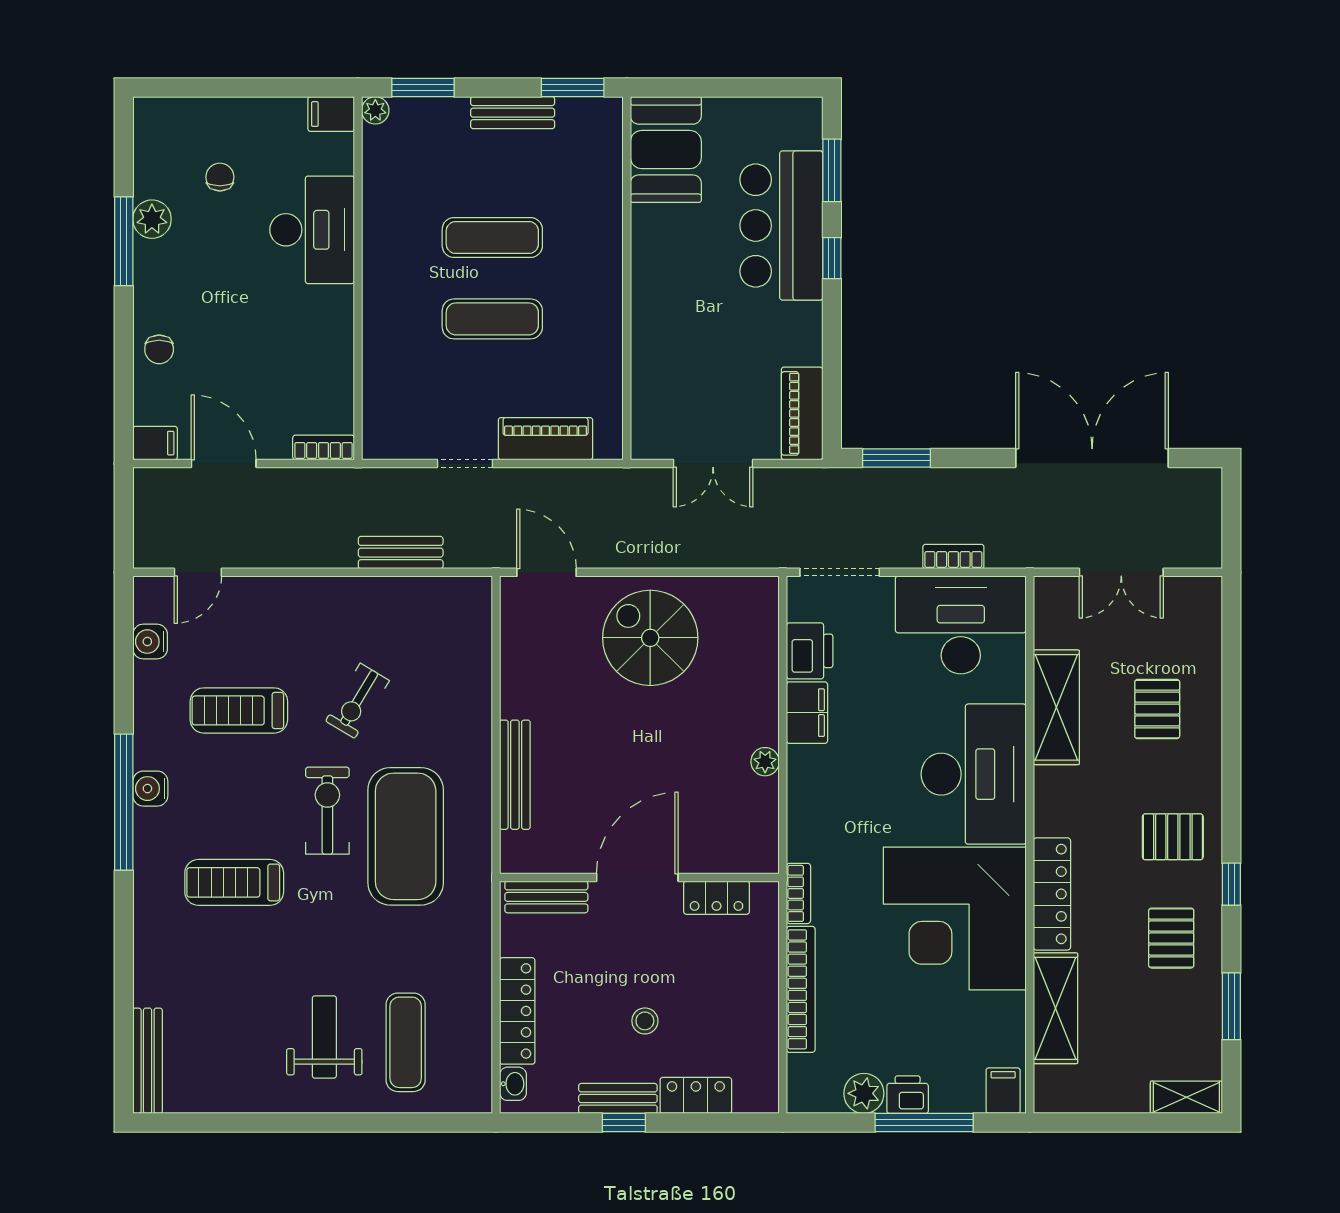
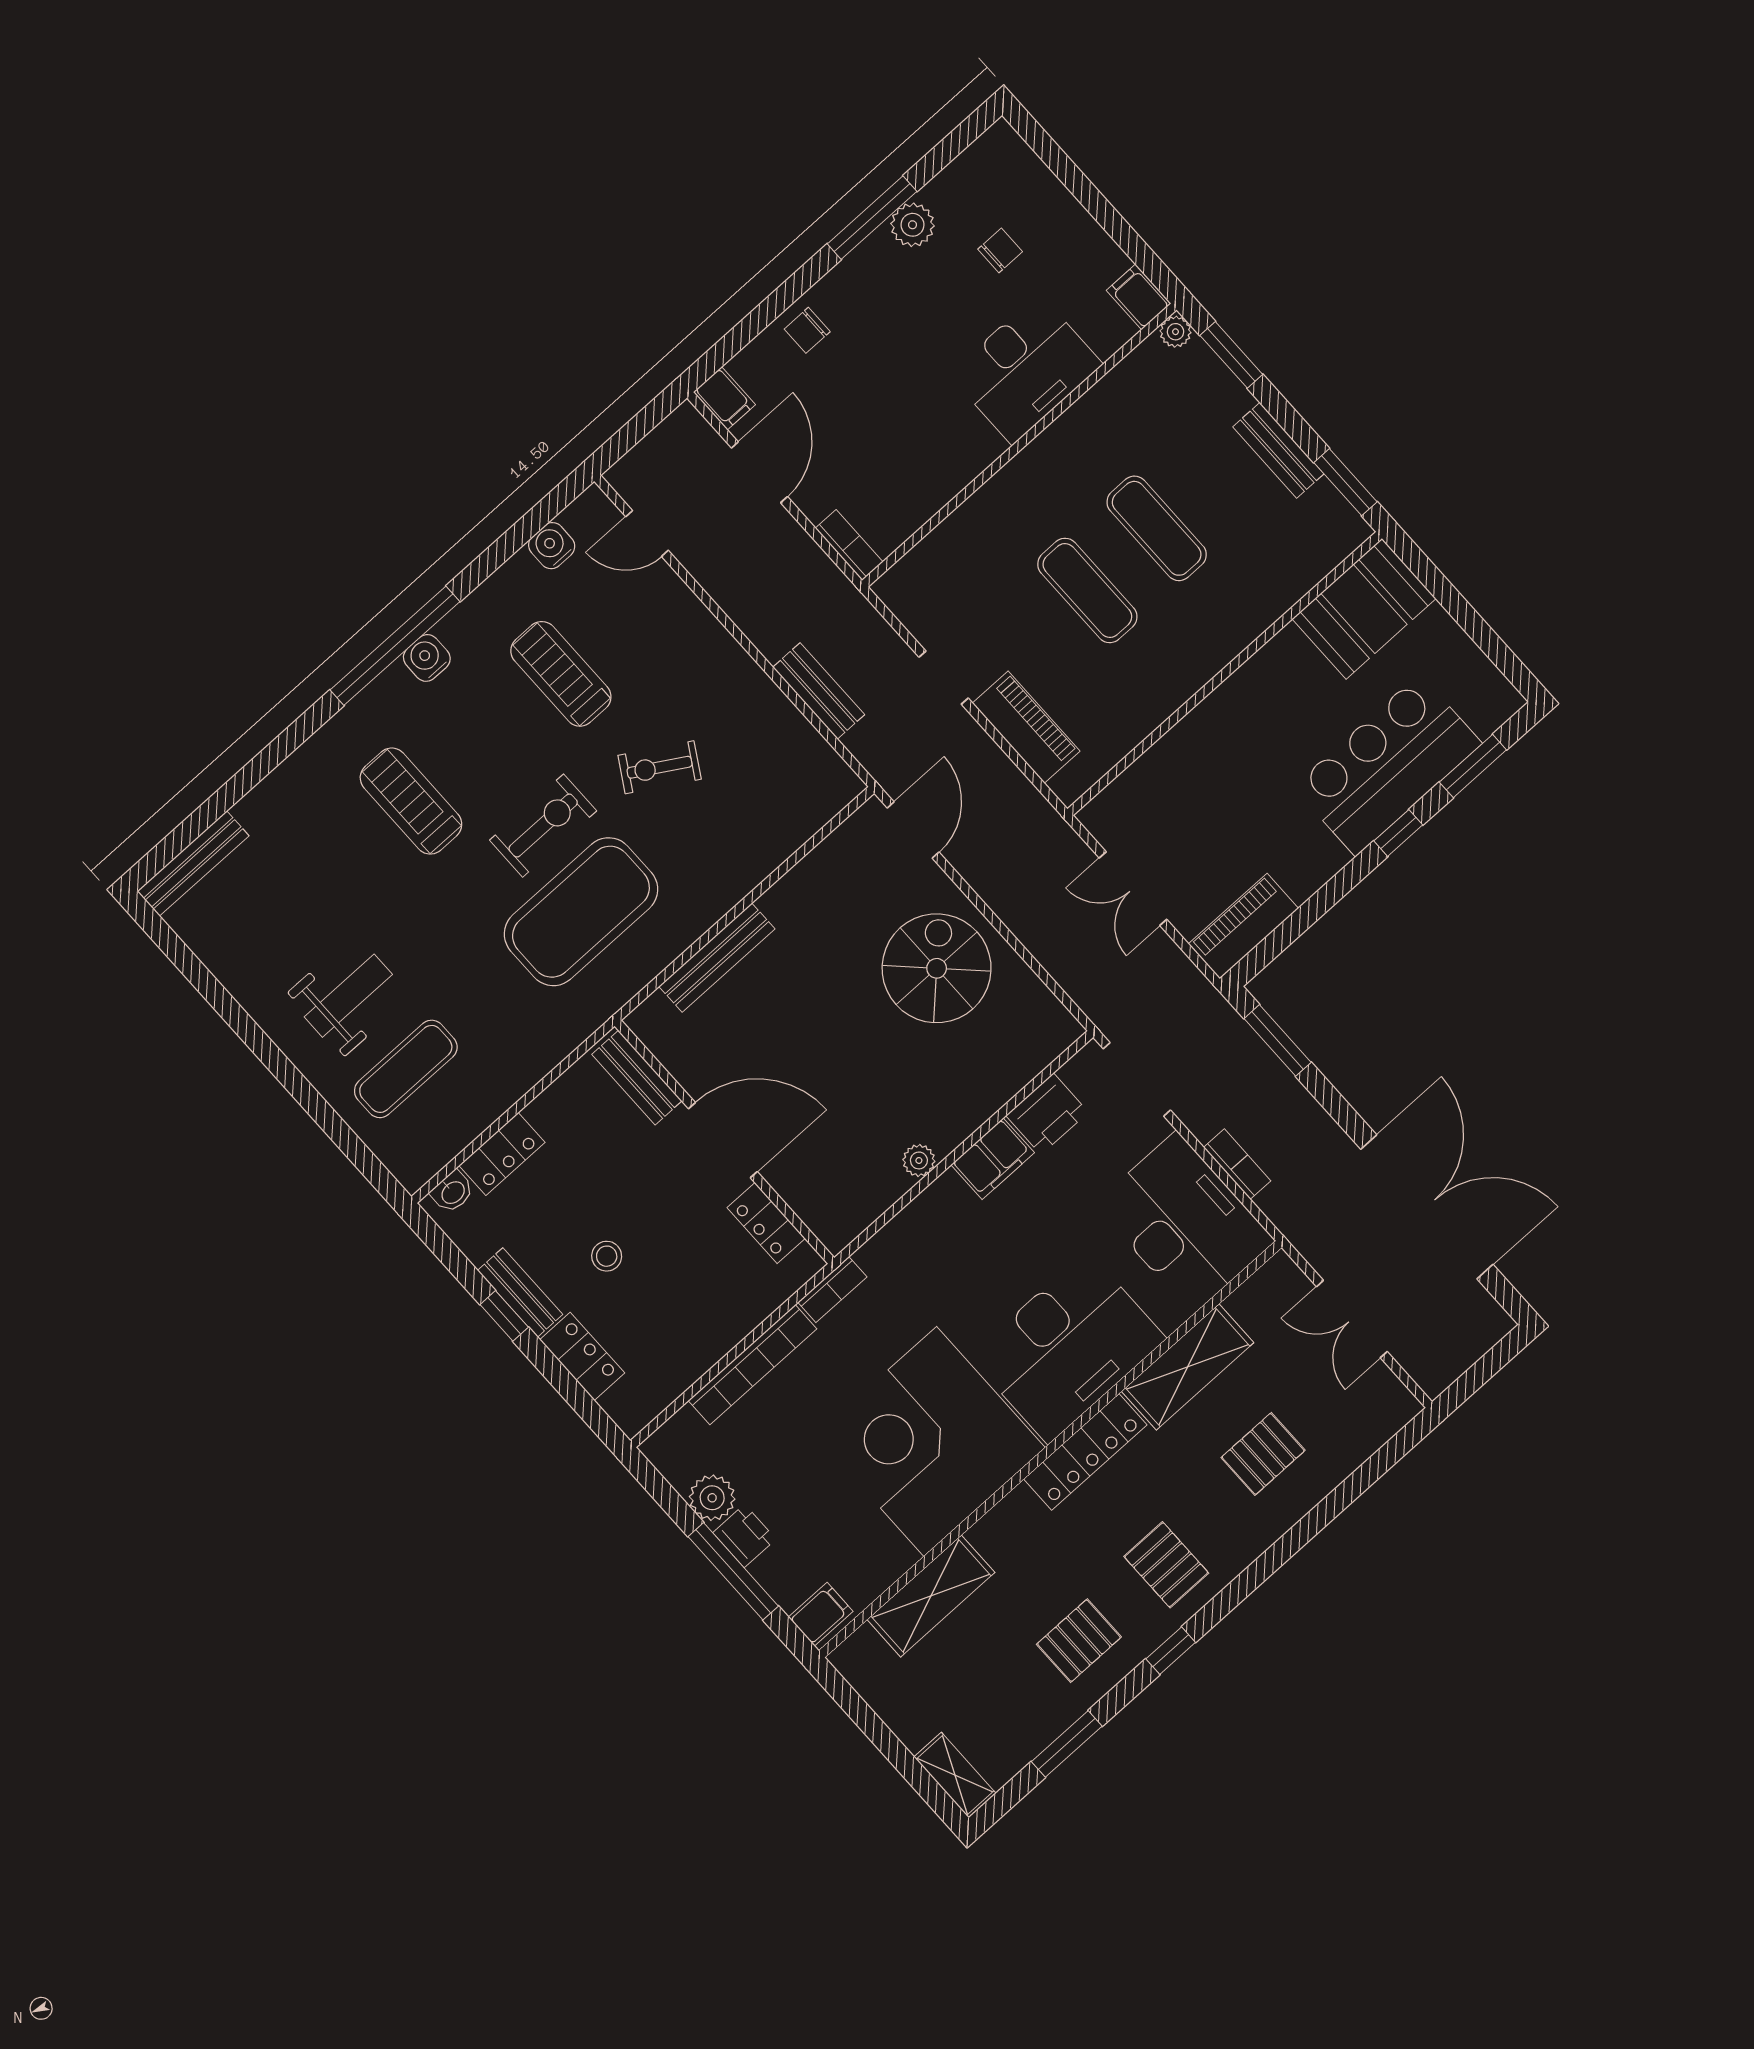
locker: (1052, 894) -> (1085, 1452), moved
locker: (517, 1011) -> (502, 1154), width x0.66

